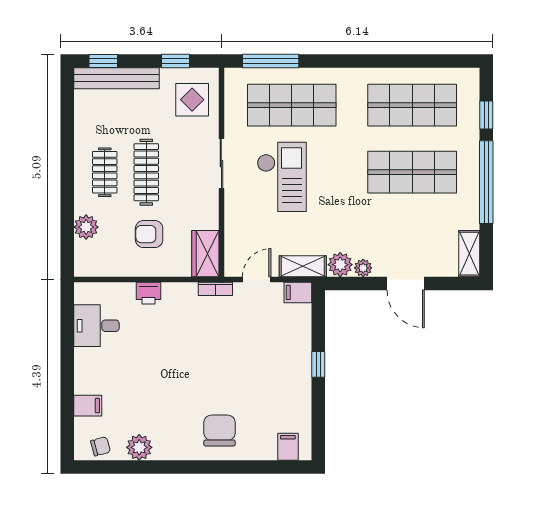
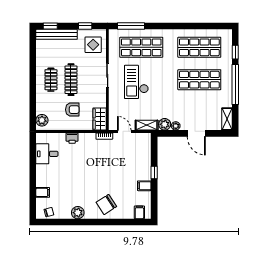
checkout: (282, 177) -> (136, 82), turned 180
plant: (86, 227) -> (42, 120), moved
armchair: (149, 234) -> (72, 110), turned 180
door: (257, 279) -> (124, 131), hinge flipped
filing cabinet: (298, 292) -> (144, 186), moved
chair: (220, 431) -> (106, 204), turned -123
plant: (139, 447) -> (78, 213), moved

